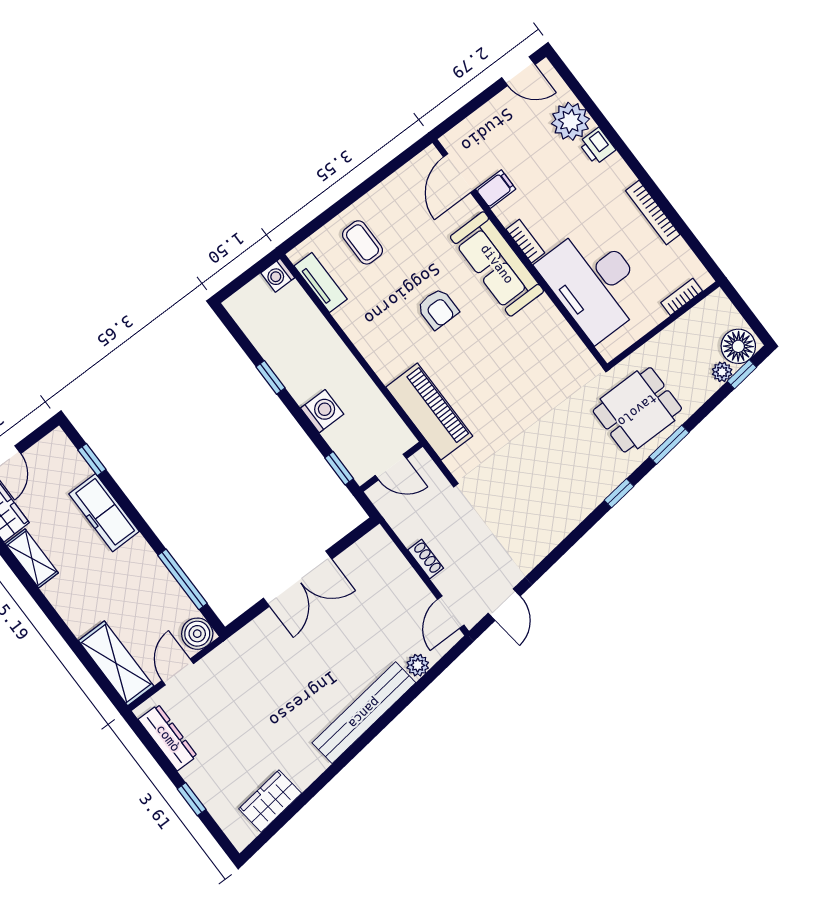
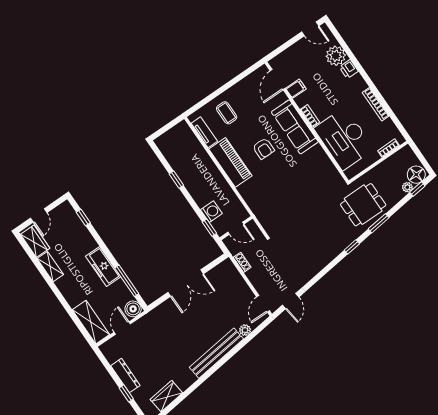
washing machine: (278, 275) -> (182, 128), removed
washing machine: (322, 411) -> (211, 212), moved
piano: (429, 412) -> (230, 162), moved
freezer: (104, 513) -> (103, 266), moved
shoe rack: (426, 559) -> (242, 262), moved
dresser: (168, 738) -> (125, 376), moved

